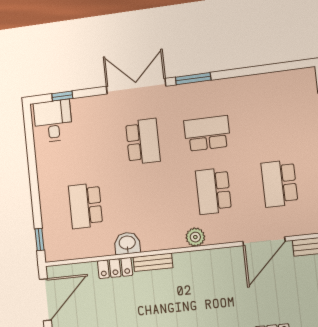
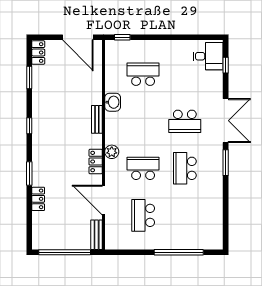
school desk: (207, 133) -> (185, 168), turned 180
school desk: (279, 183) -> (143, 215), turned -90
locker: (115, 268) -> (96, 162), moved

